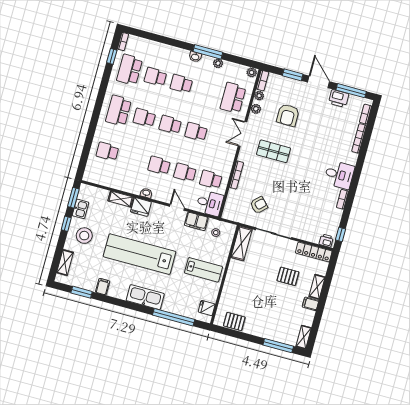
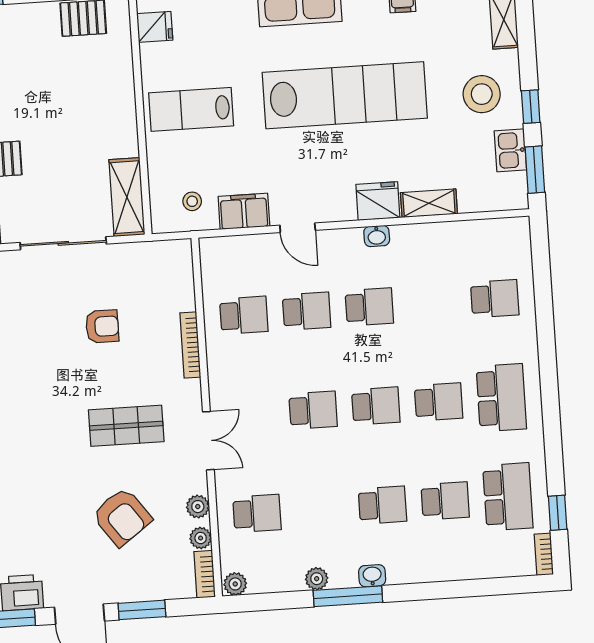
school desk: (233, 98) -> (257, 513), width x0.54
armchair: (288, 115) -> (122, 517), turned 144
desk: (210, 203) -> (228, 262), removed
armchair: (259, 205) -> (102, 326), moved, turned -136

